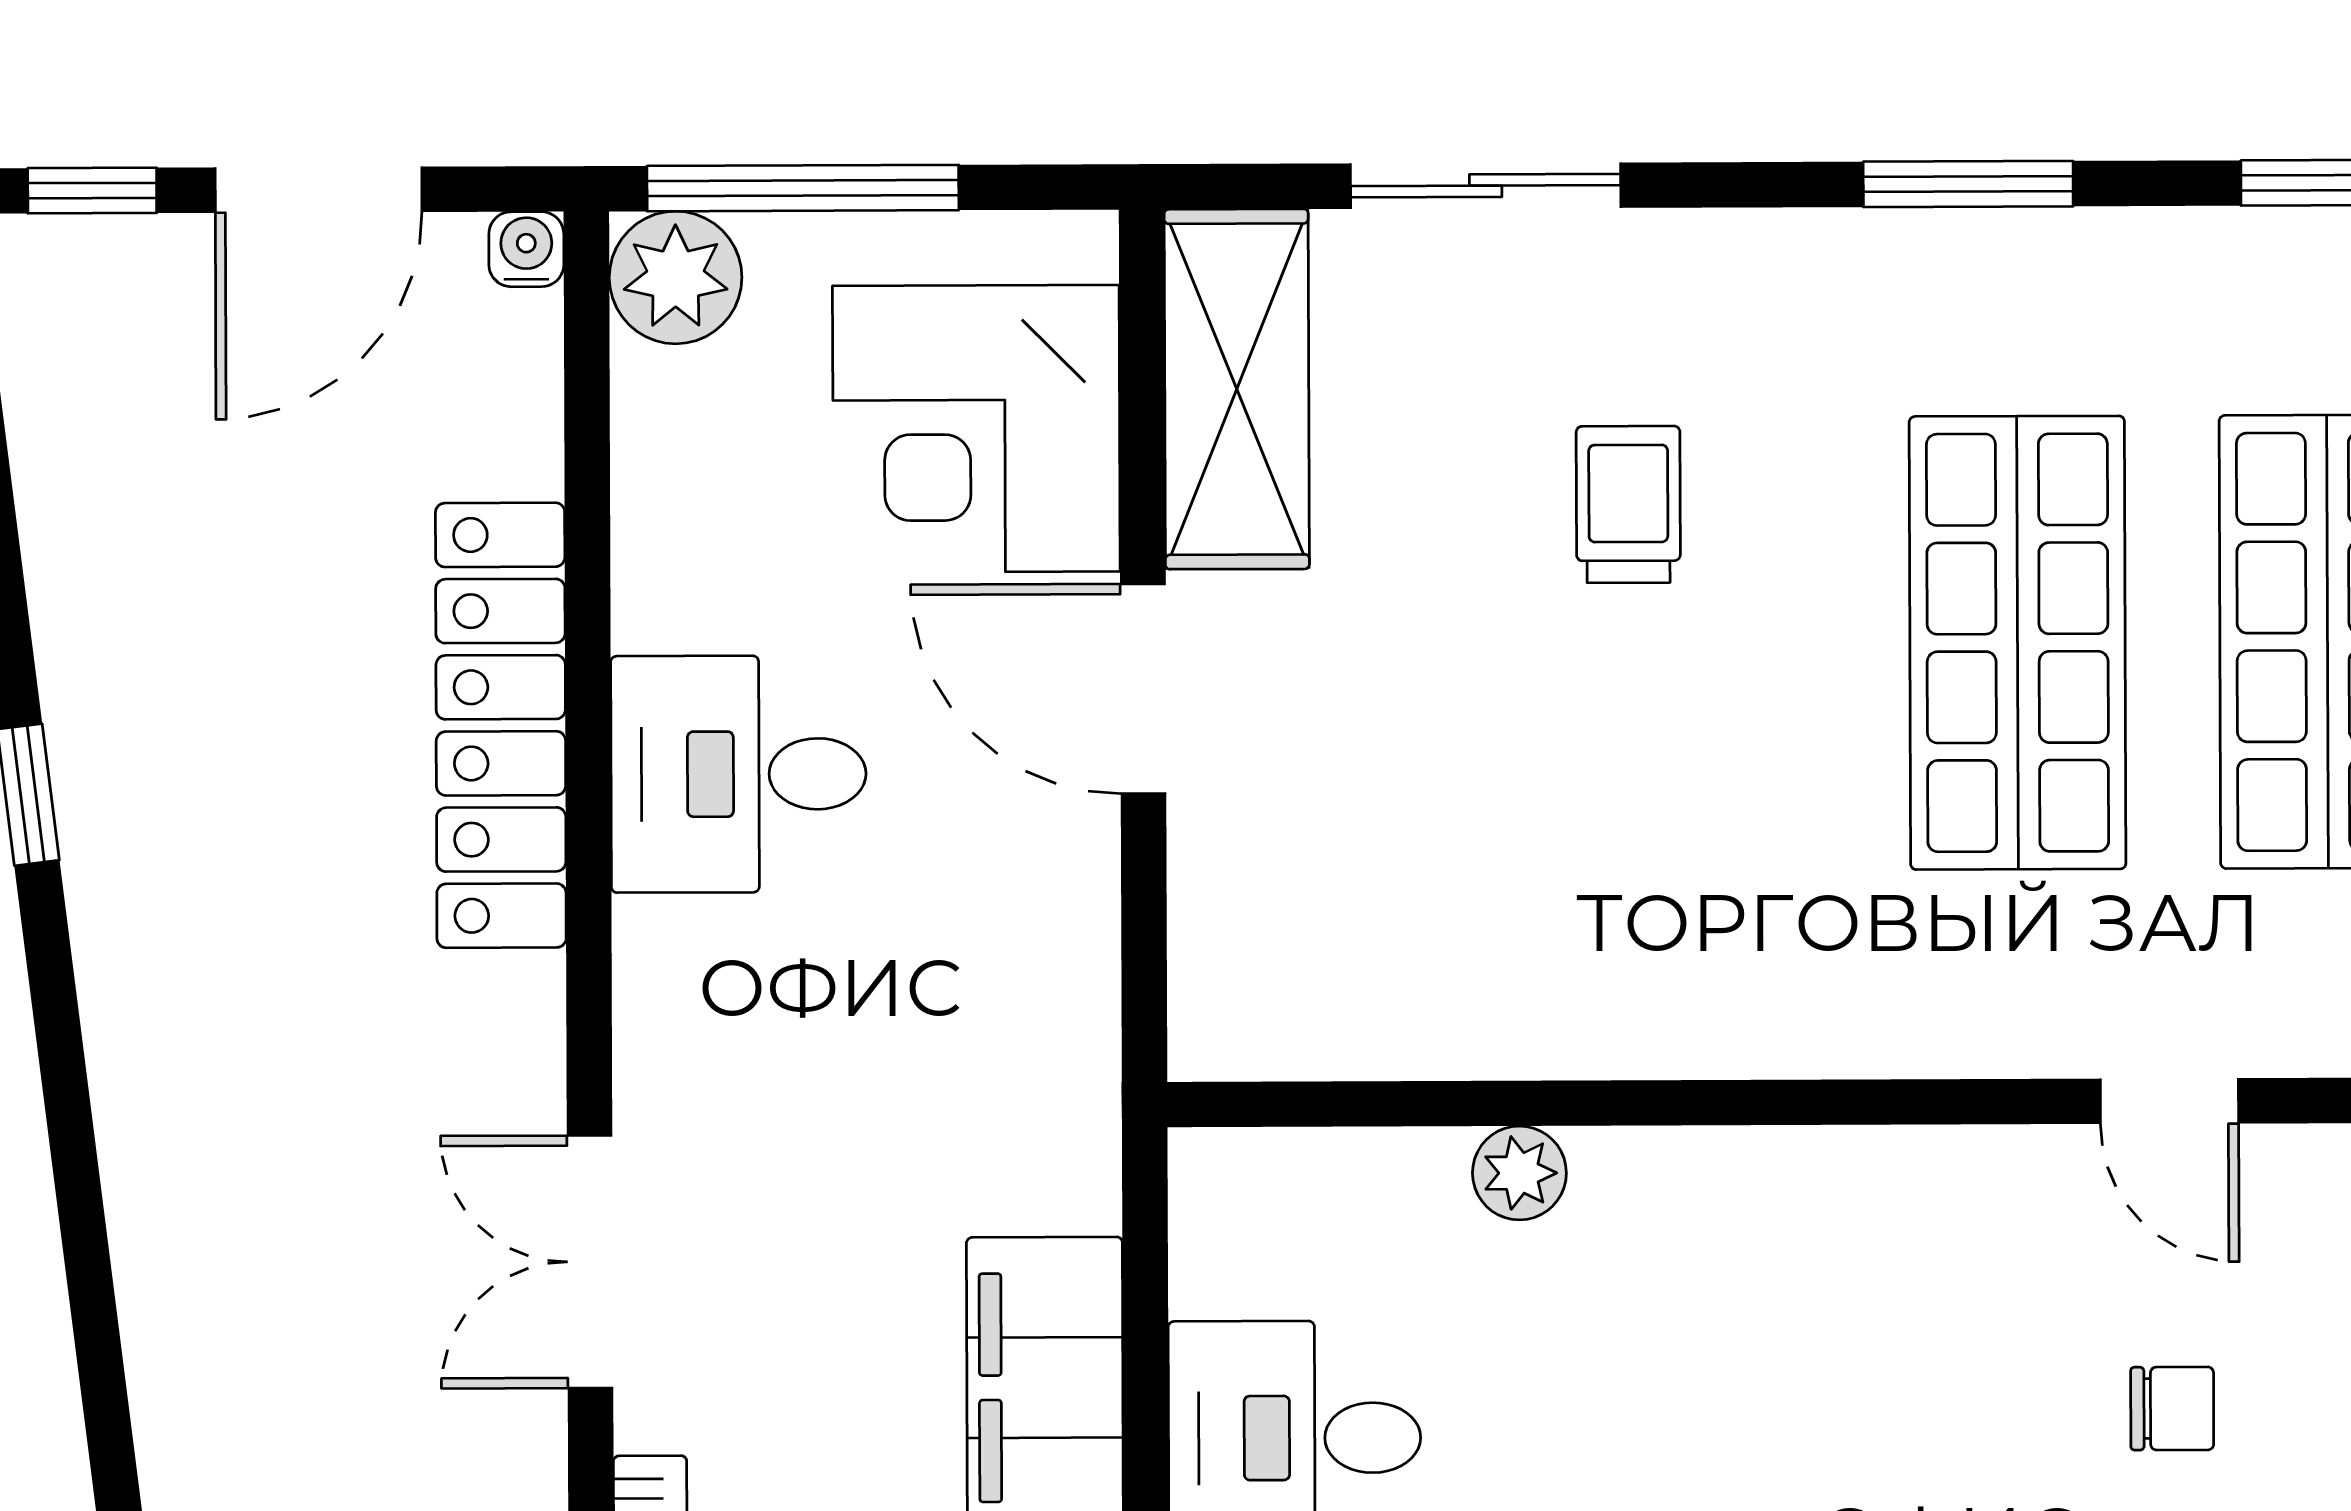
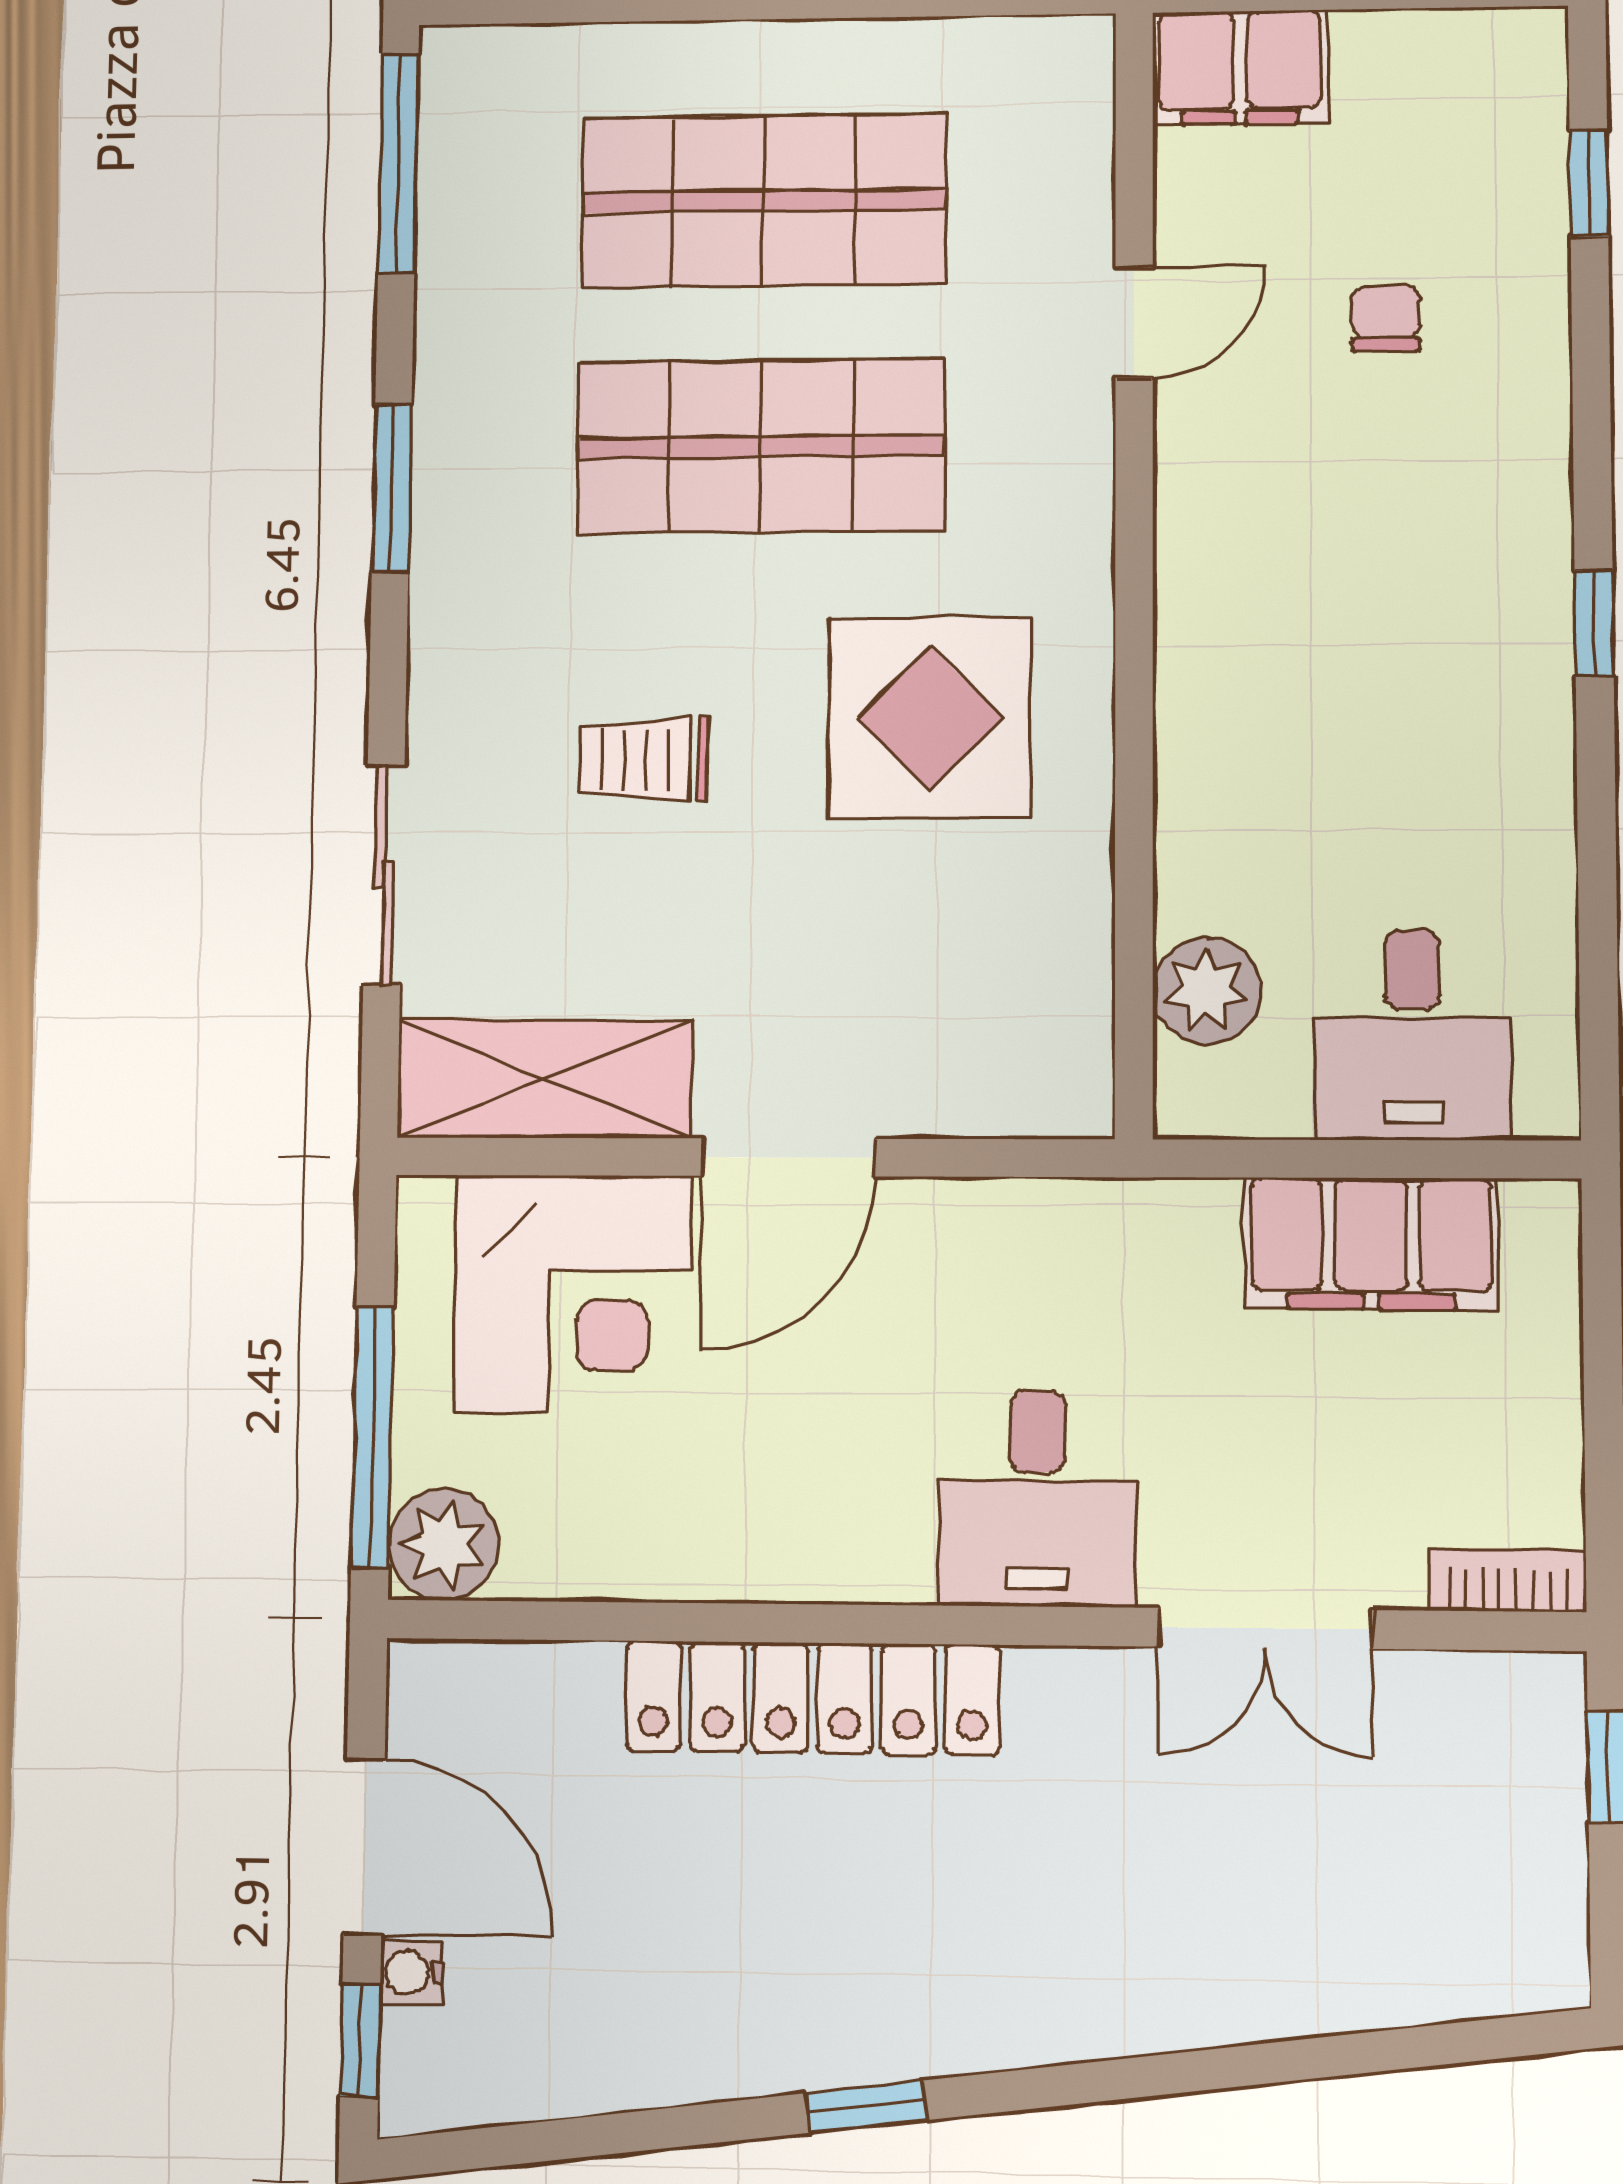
water cooler: (526, 249) -> (412, 1973), moved
desk: (739, 774) -> (1038, 1498), moved
display table: (1679, 854) -> (930, 718), added
plant: (1519, 1173) -> (1206, 991), moved, width x1.38, depth x1.38

